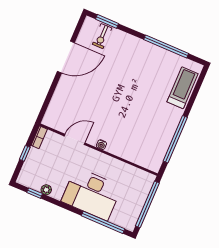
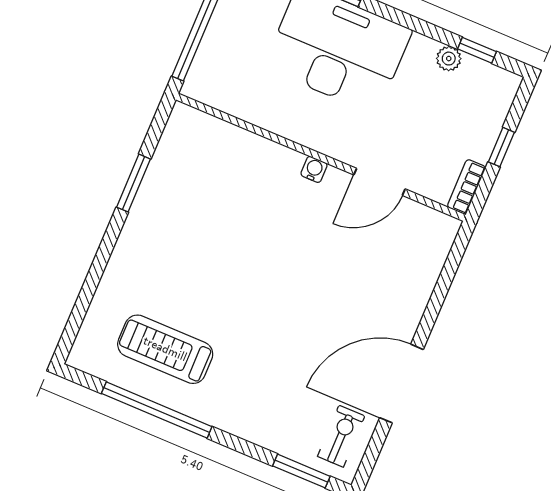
exercise bike: (102, 36) -> (341, 436), moved
treadmill: (182, 88) -> (165, 349), moved, turned 90
window: (175, 139) -> (134, 183), width x0.47

